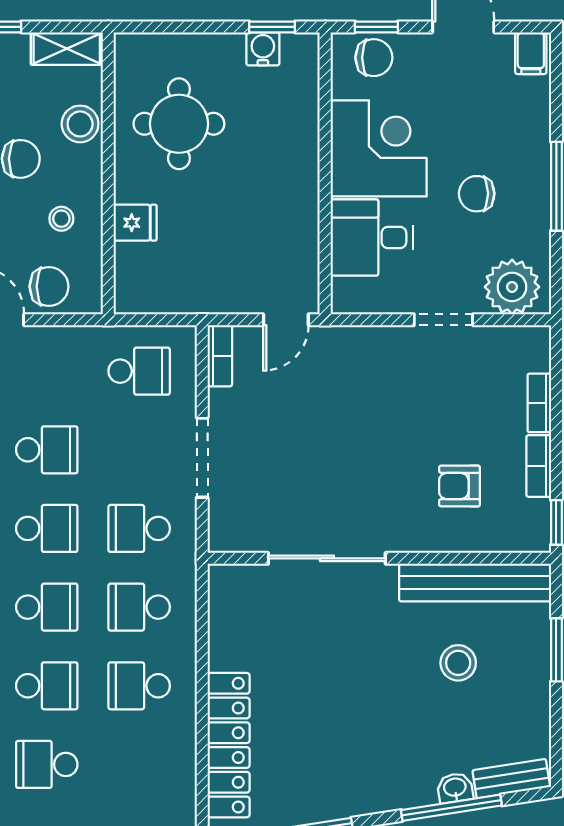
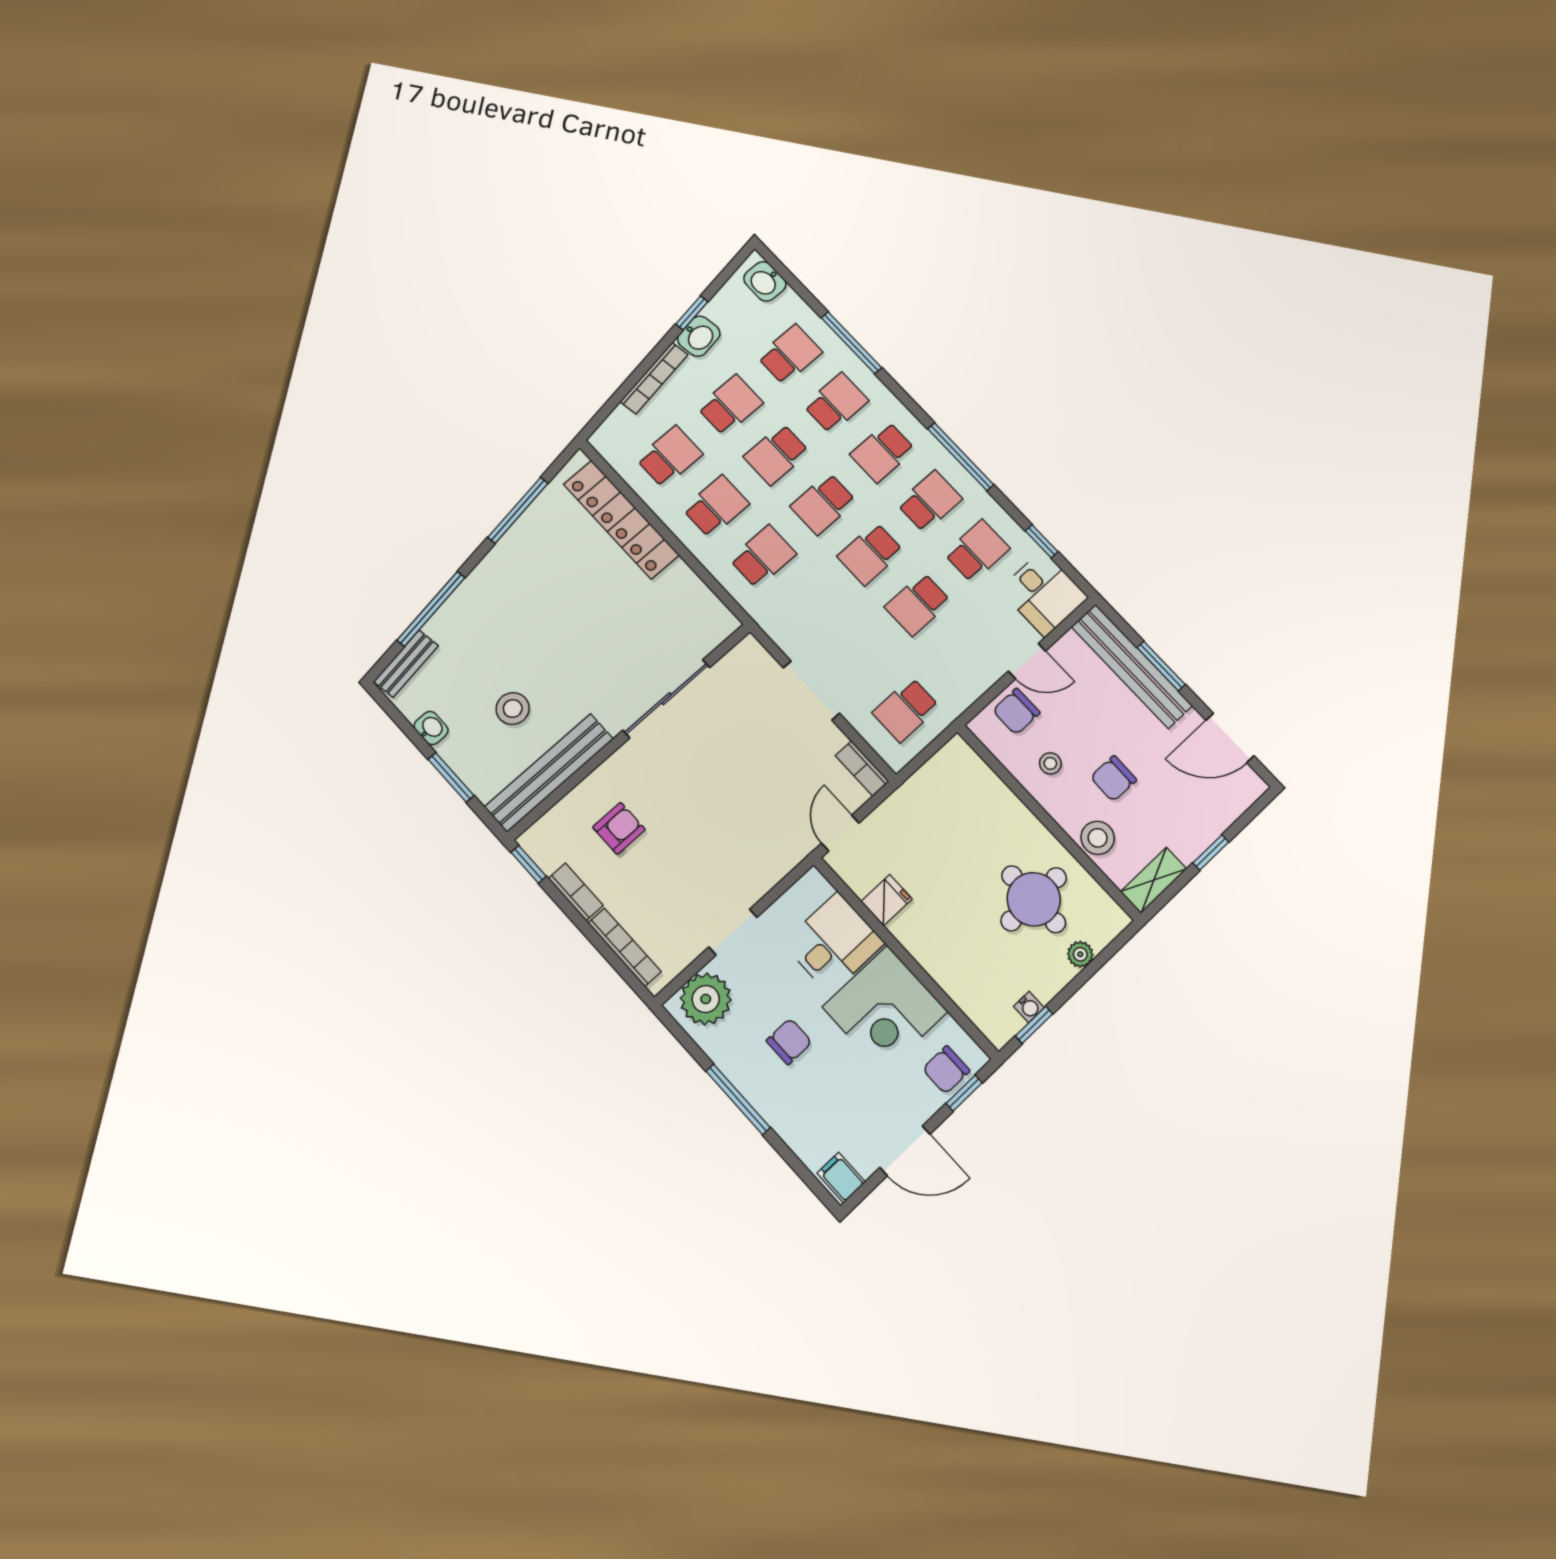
plant: (183, 46) -> (1080, 954), added
water cooler: (263, 49) -> (1029, 1007), width x0.72, depth x0.72
fridge: (135, 223) -> (887, 900), moved, turned 180
bookcase: (539, 403) -> (624, 947), width x1.56
school desk: (139, 528) -> (670, 457), moved
washbasin: (455, 788) -> (431, 728), moved, turned -81

